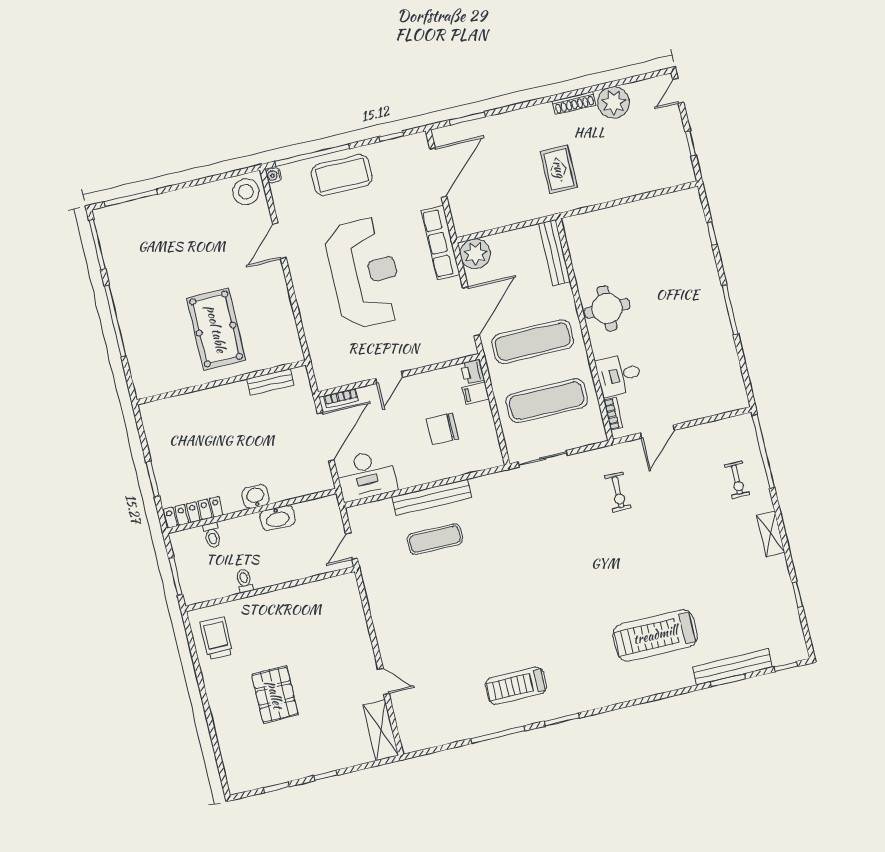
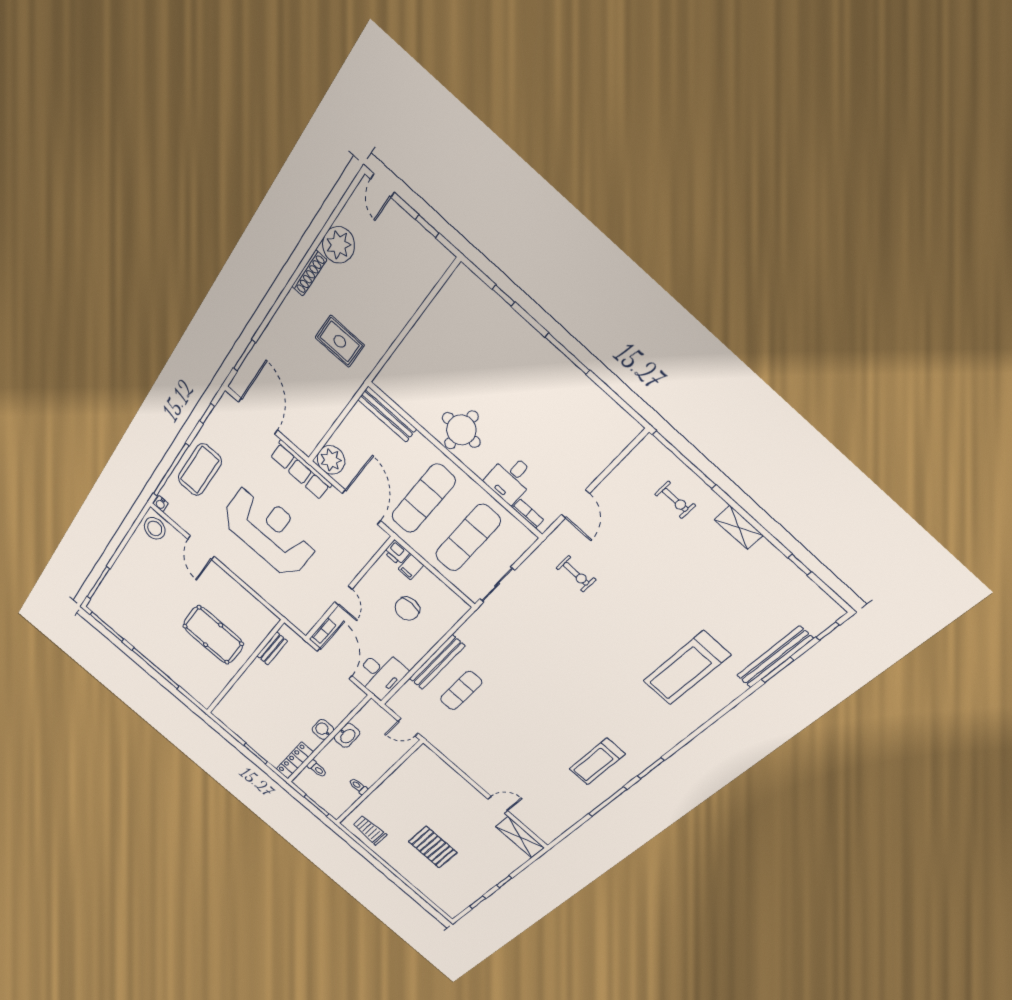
door: (352, 546) -> (408, 727), hinge flipped

